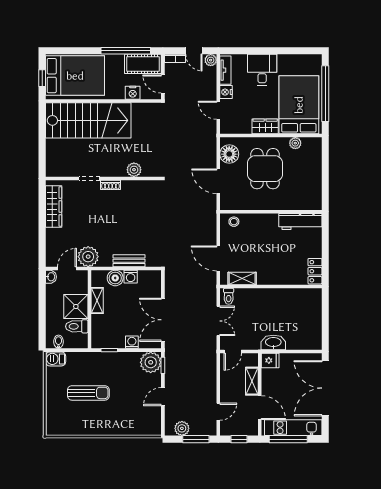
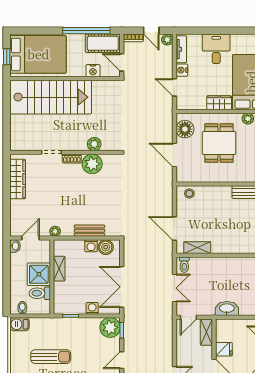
plant: (132, 191) -> (92, 164), added
plant: (88, 257) -> (55, 231), width x0.53, depth x0.53
boiler: (115, 278) -> (106, 247), moved
fridge: (270, 360) -> (224, 349), moved
shelving: (252, 381) -> (206, 332), moved

